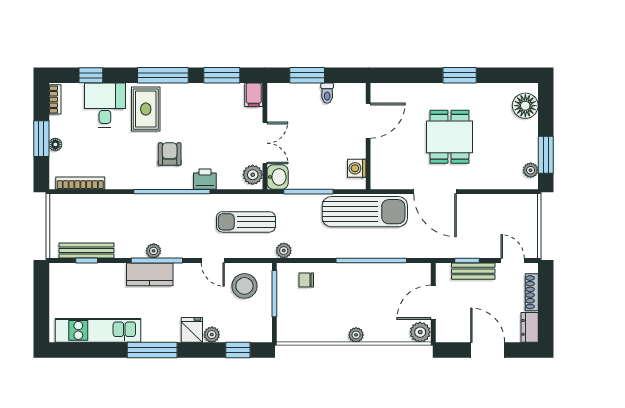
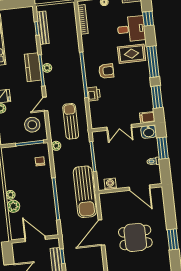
plant: (253, 175) -> (99, 122), removed
washbasin: (278, 177) -> (149, 132), moved
plant: (420, 332) -> (13, 206), moved

